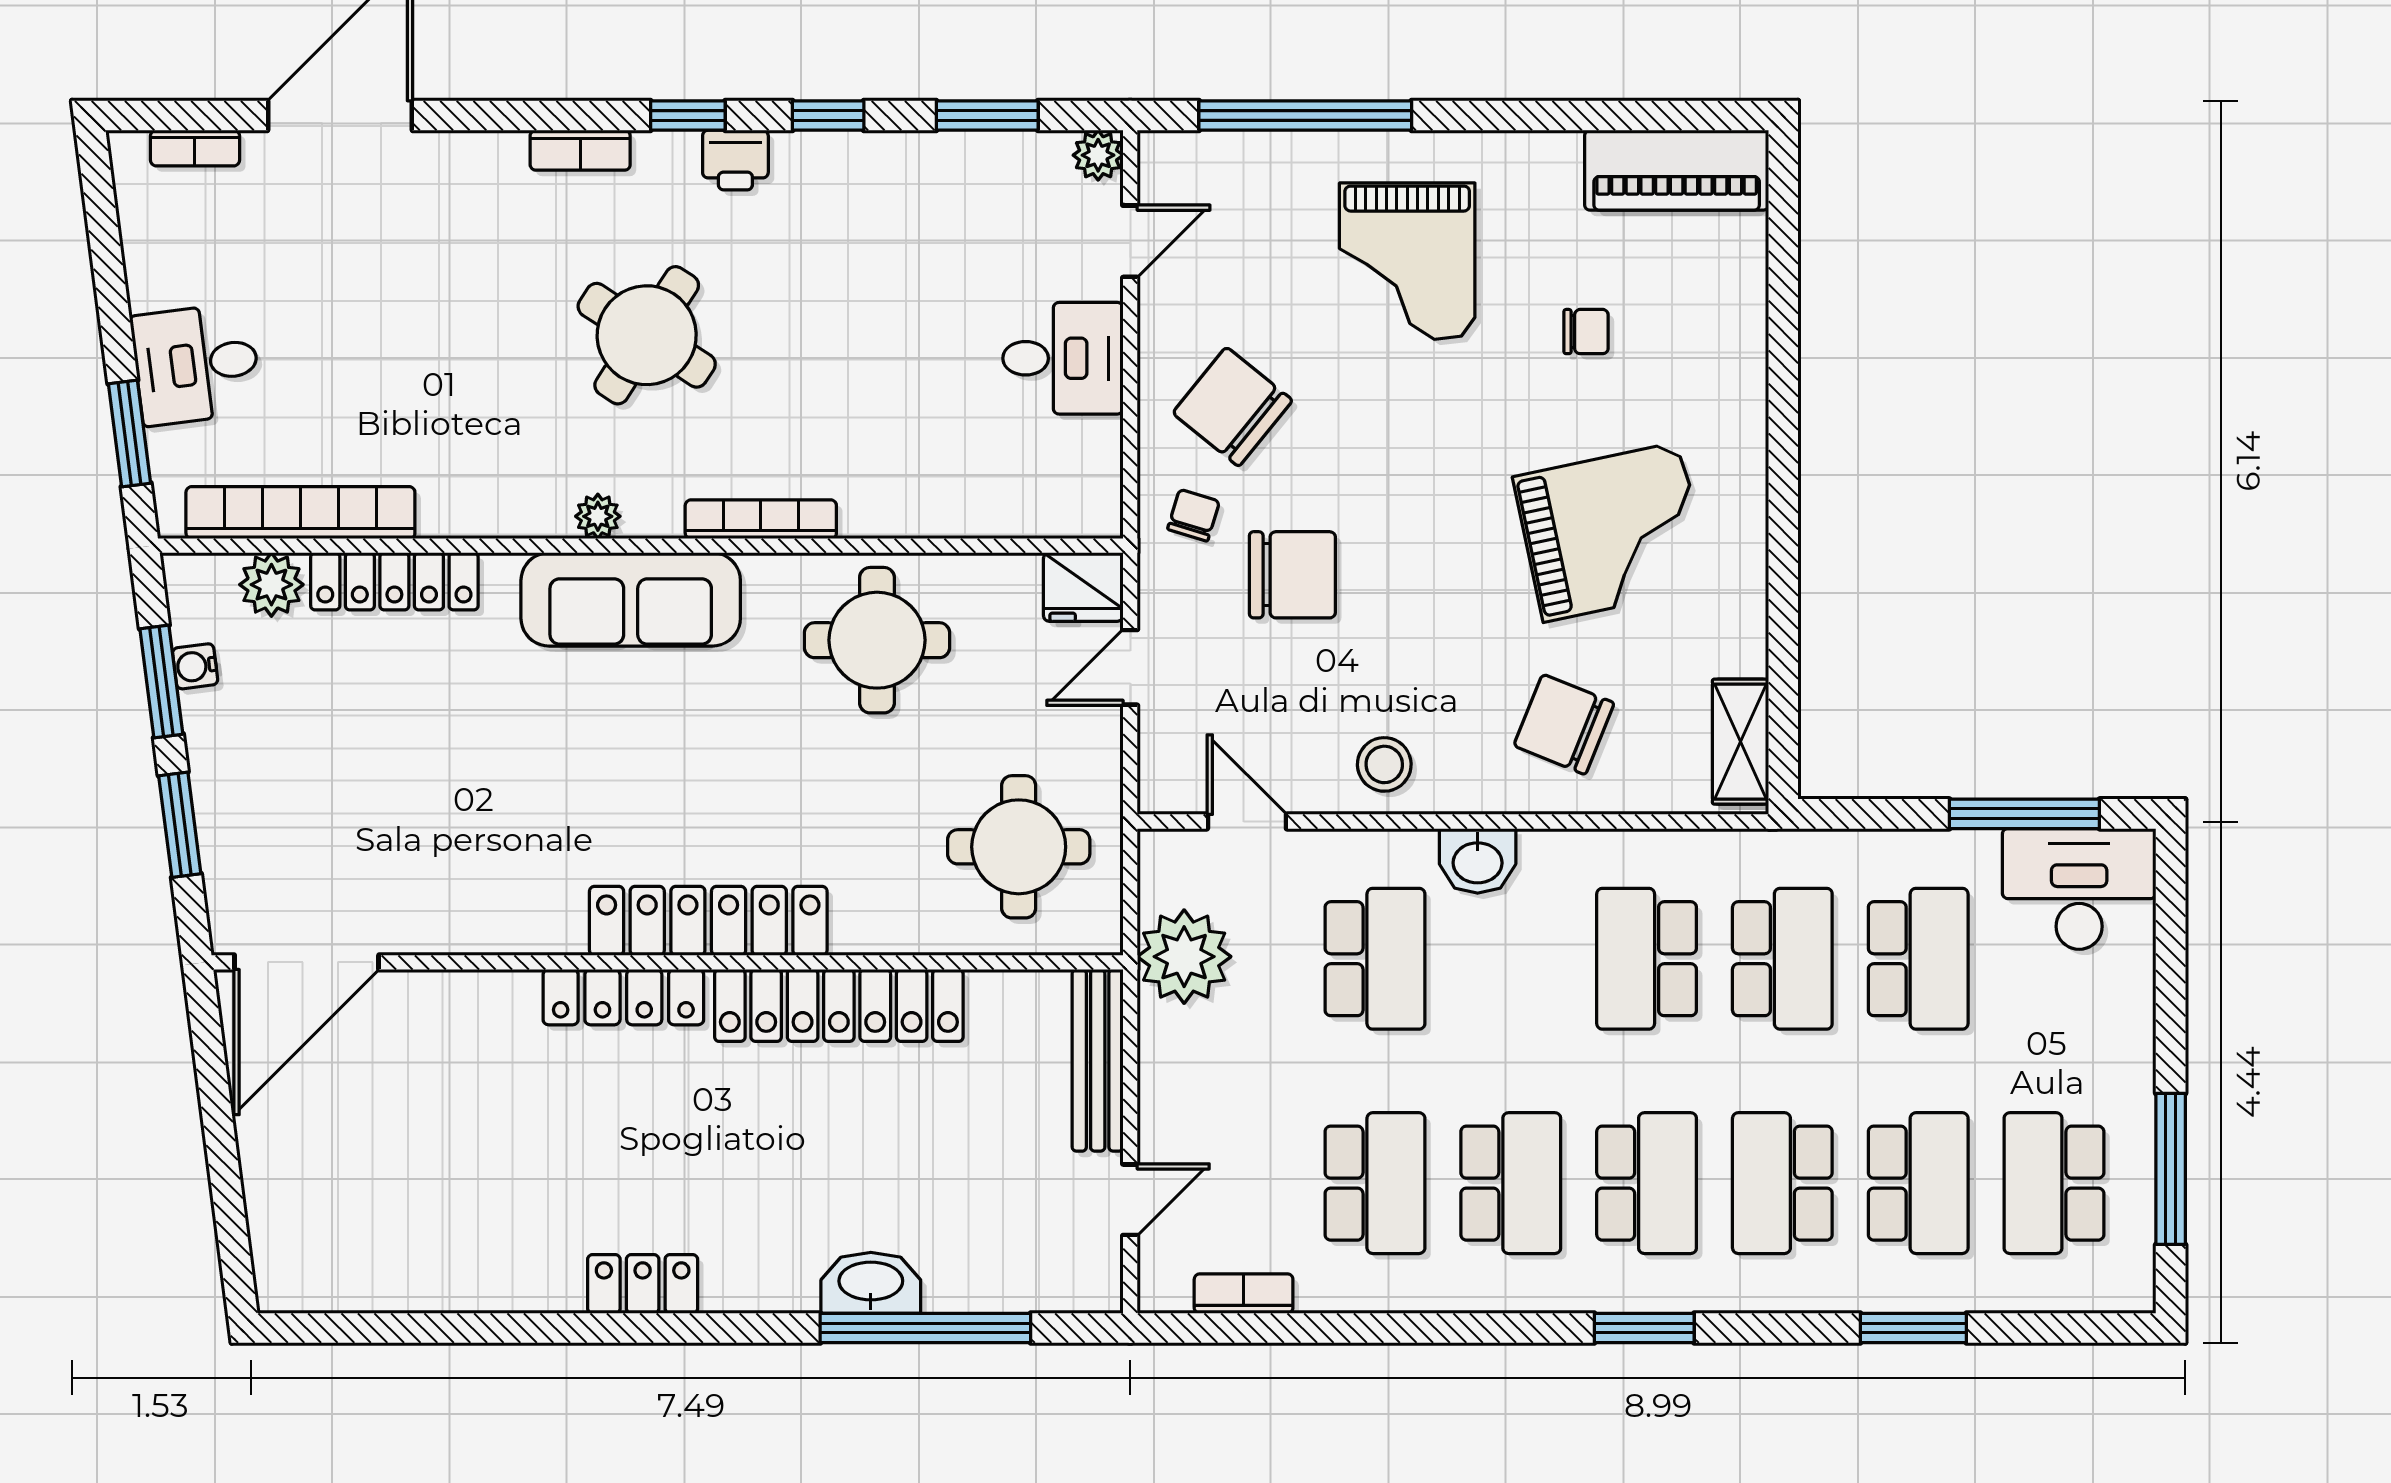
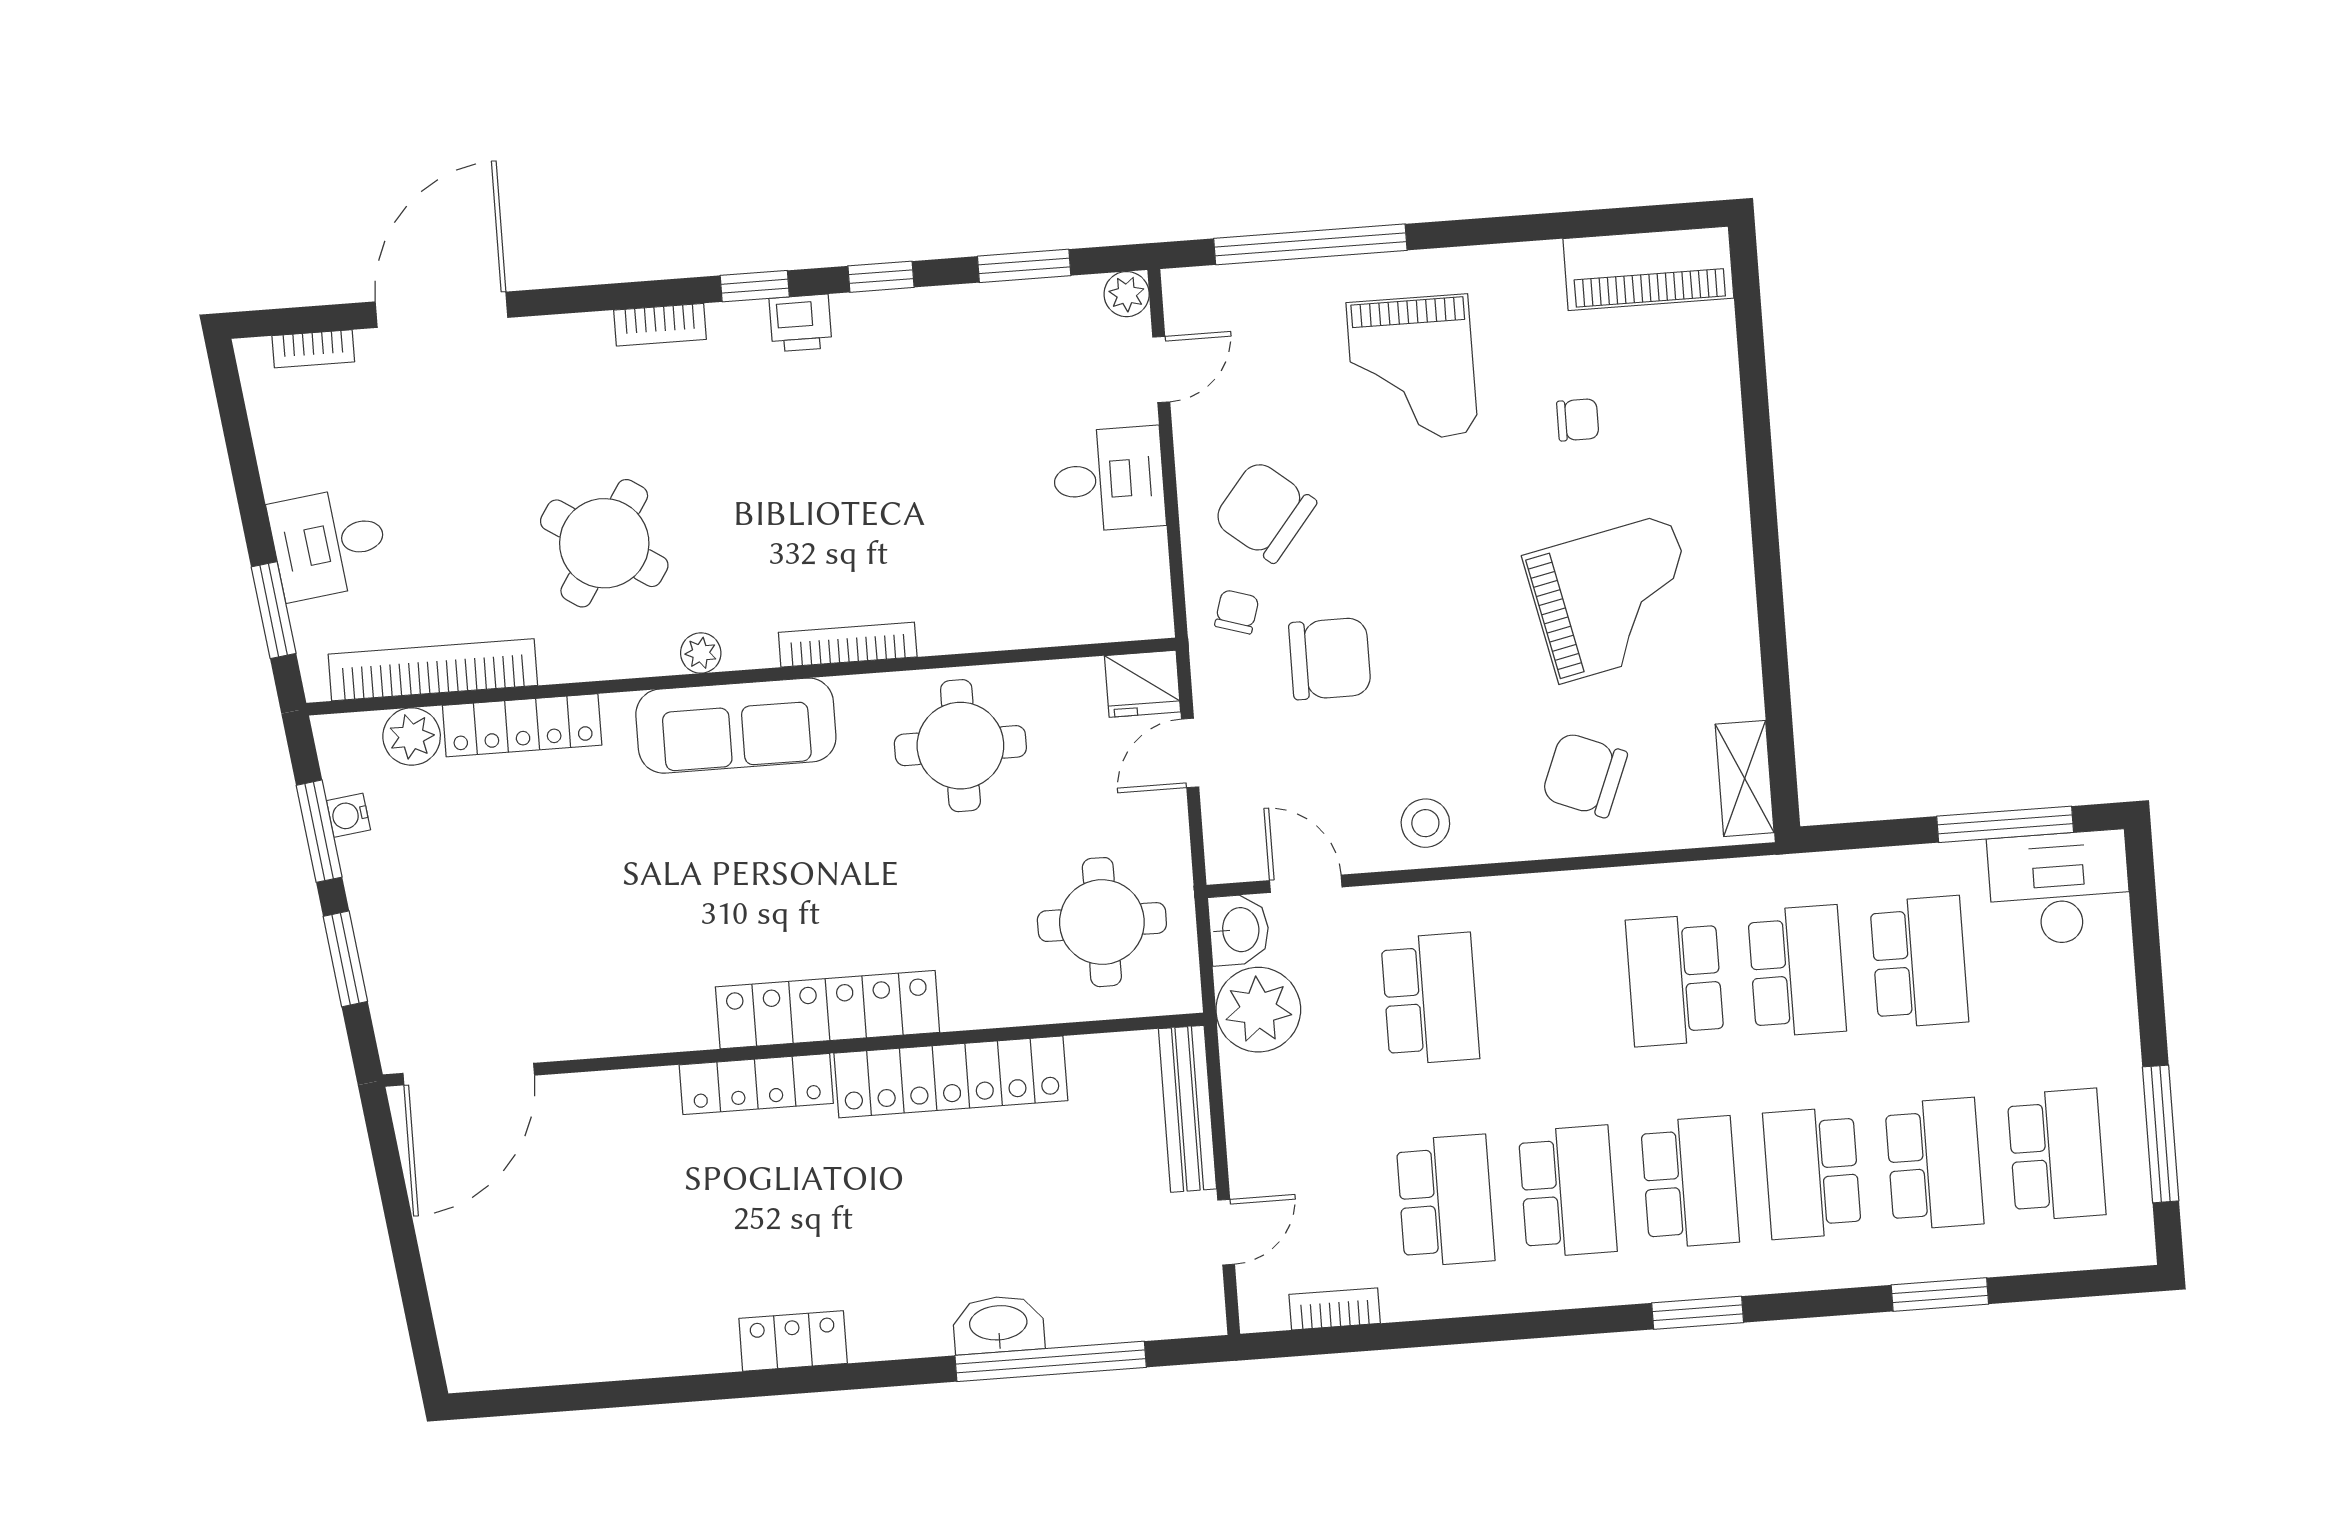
round table: (647, 335) -> (604, 543), moved
washbasin: (1478, 861) -> (1239, 930), moved, turned -90
school desk: (2054, 1183) -> (2057, 1155), turned 180

